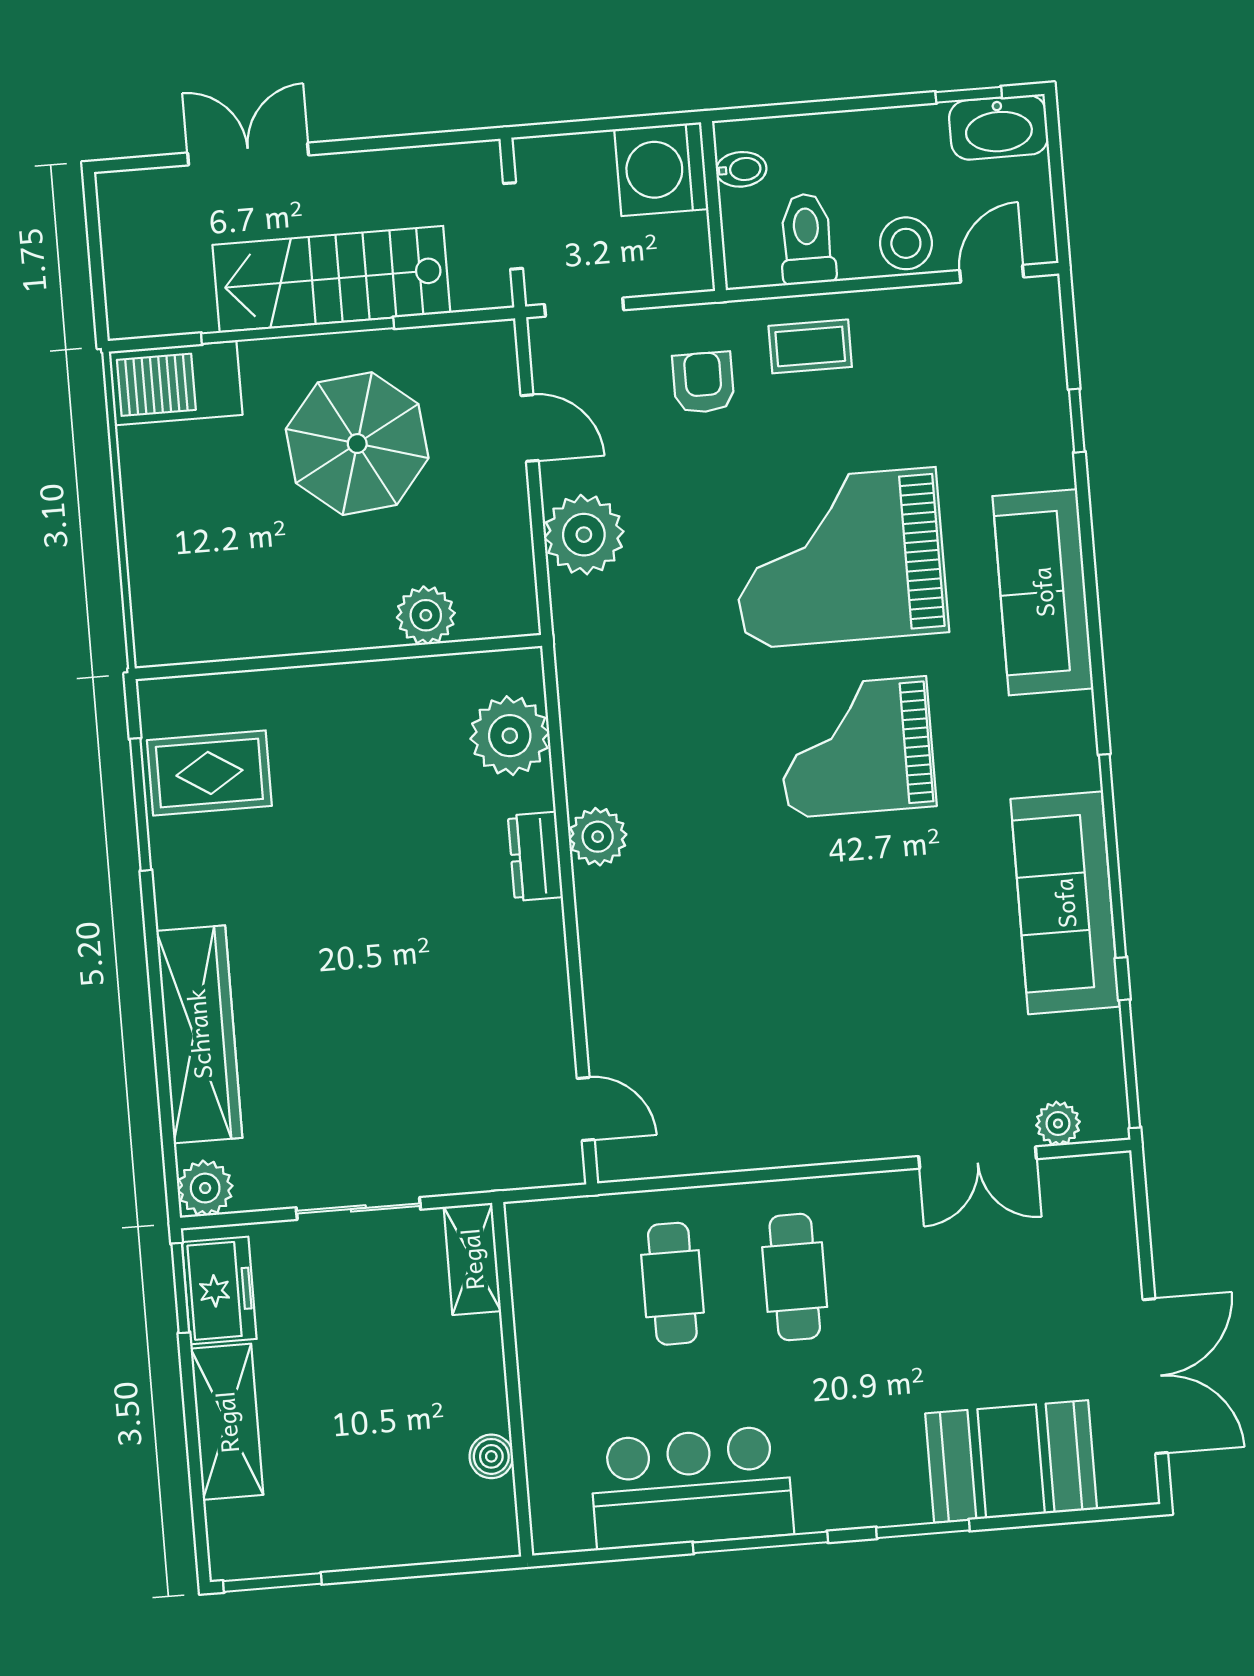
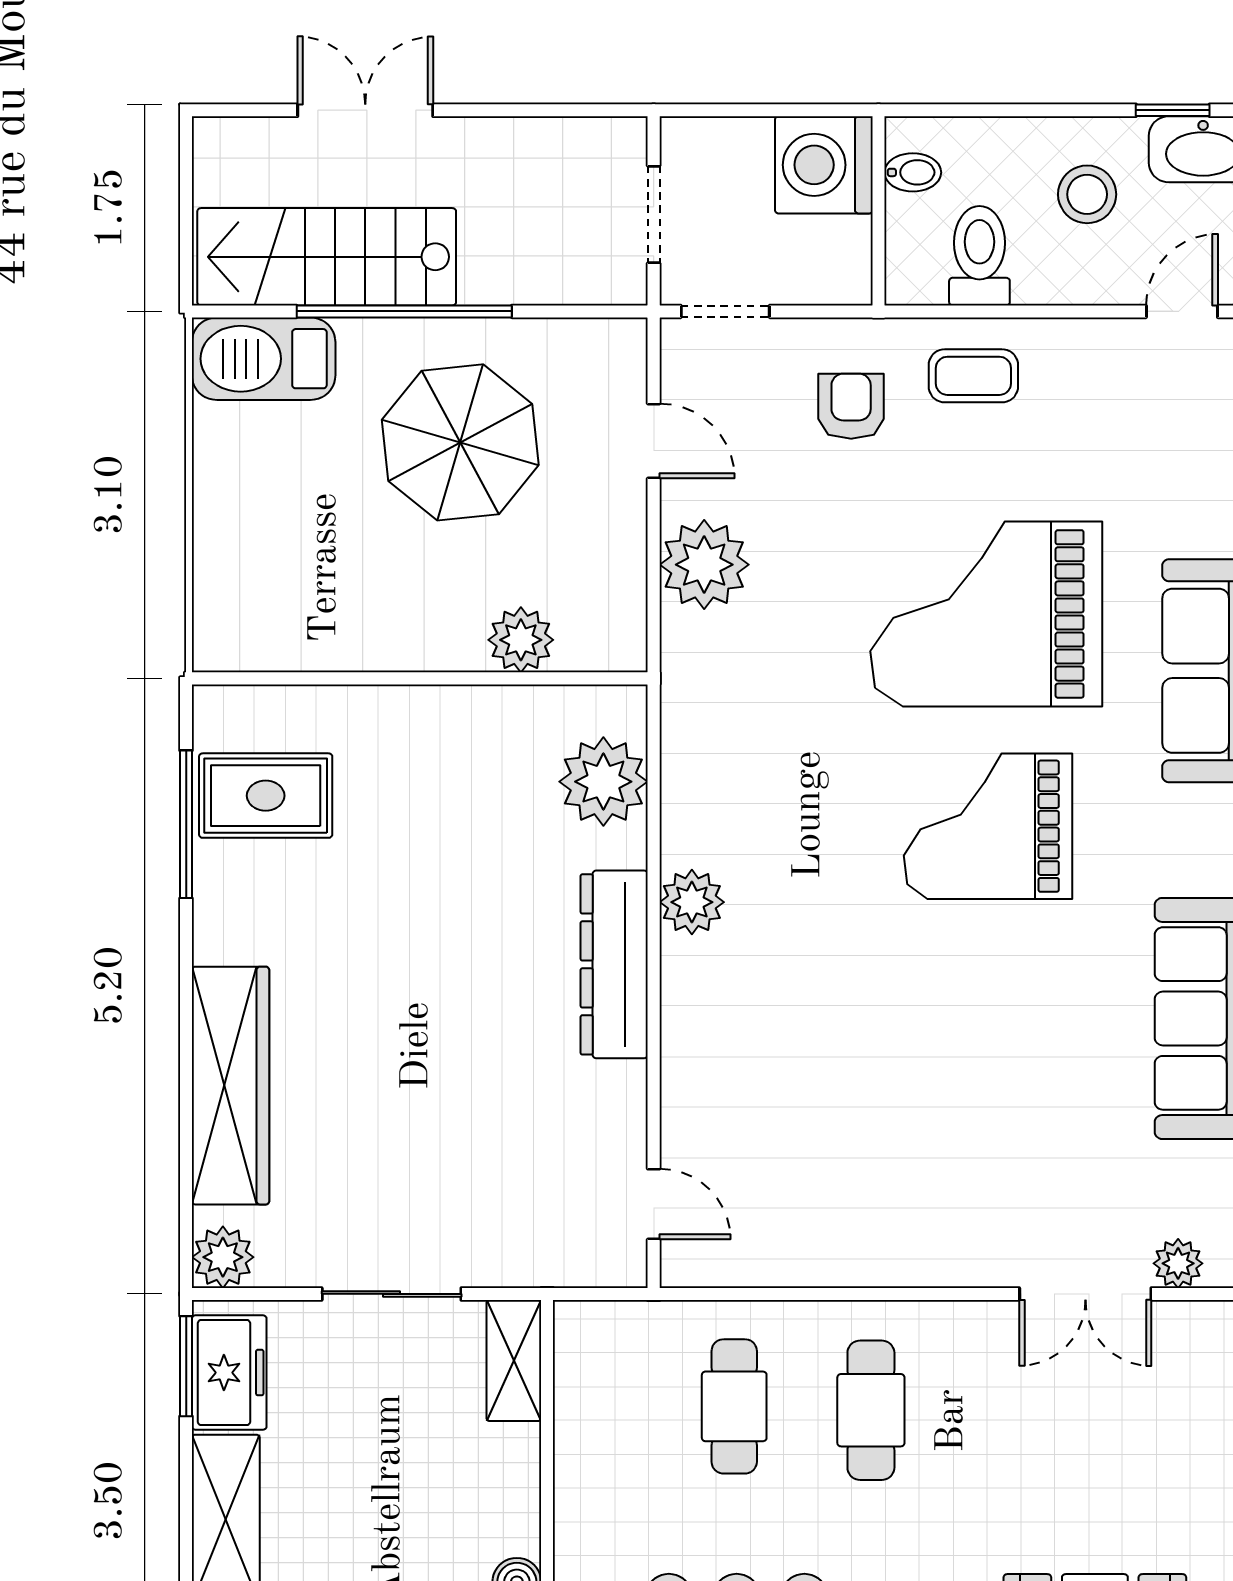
stool: (906, 243) -> (1087, 194), moved
stairs: (331, 279) -> (327, 257), moved
dresser: (535, 856) -> (614, 964), width x1.96, depth x1.24

